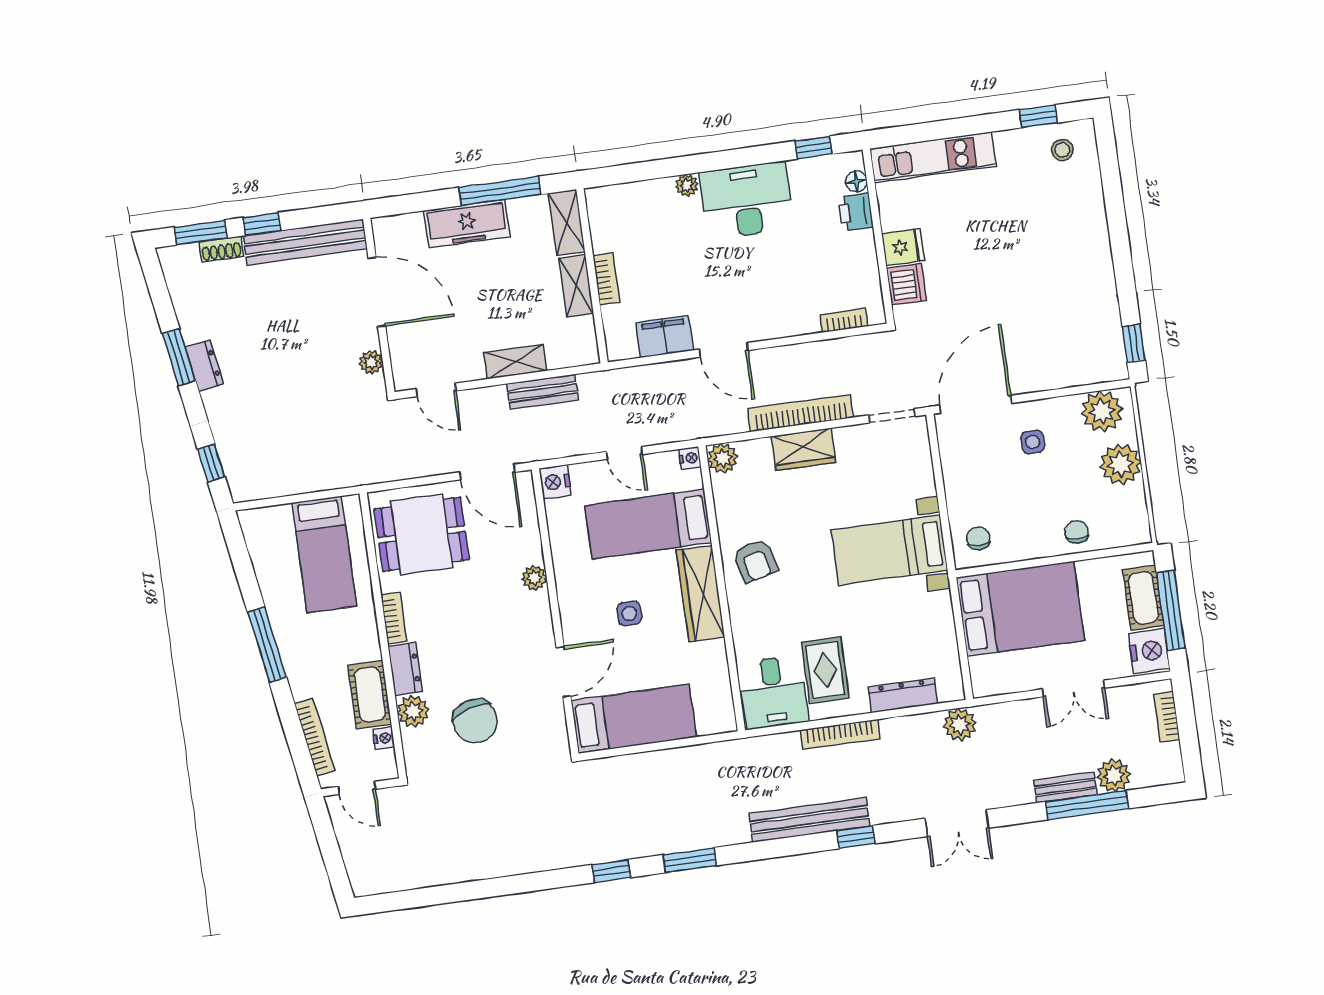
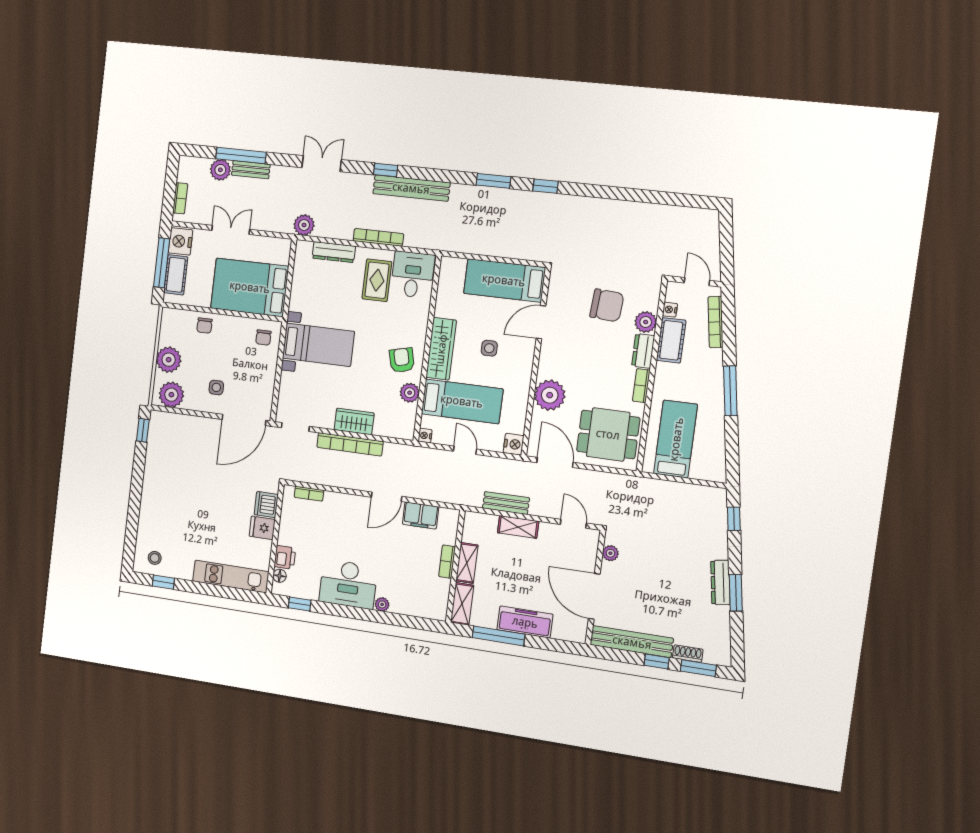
door: (724, 350) -> (387, 497), swing flipped
dresser: (204, 366) -> (720, 583), width x1.44
plant: (723, 458) -> (410, 393), moved
plant: (534, 578) -> (550, 395), width x1.88, depth x1.88
chair: (475, 721) -> (607, 305), turned 110

